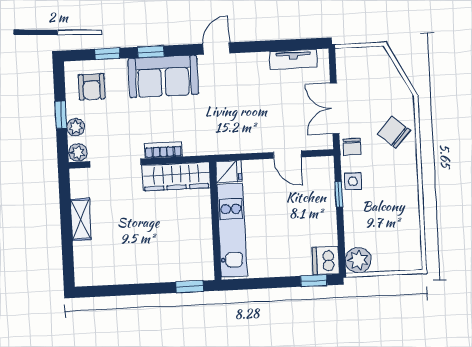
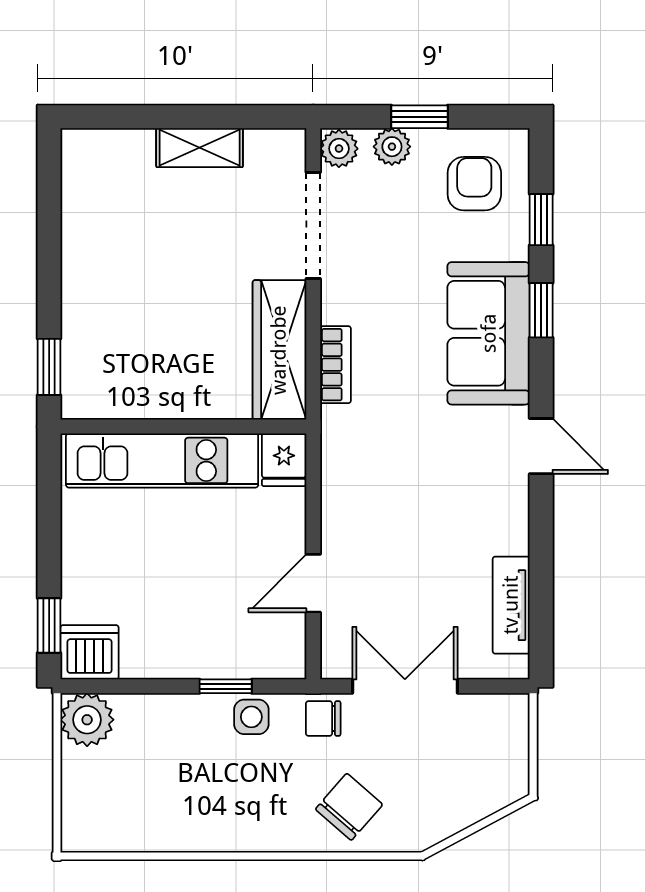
armchair: (92, 87) -> (474, 184), turned 90
bookcase: (163, 150) -> (336, 365), moved

